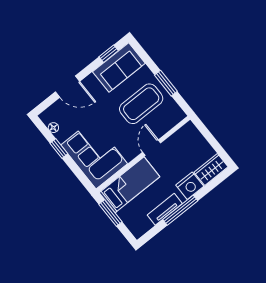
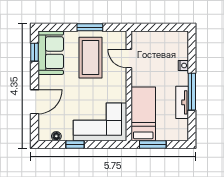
door: (152, 148) -> (129, 58), moved
wardrobe: (211, 170) -> (180, 45), removed
nightstand: (190, 186) -> (183, 66), width x0.53, depth x0.56

